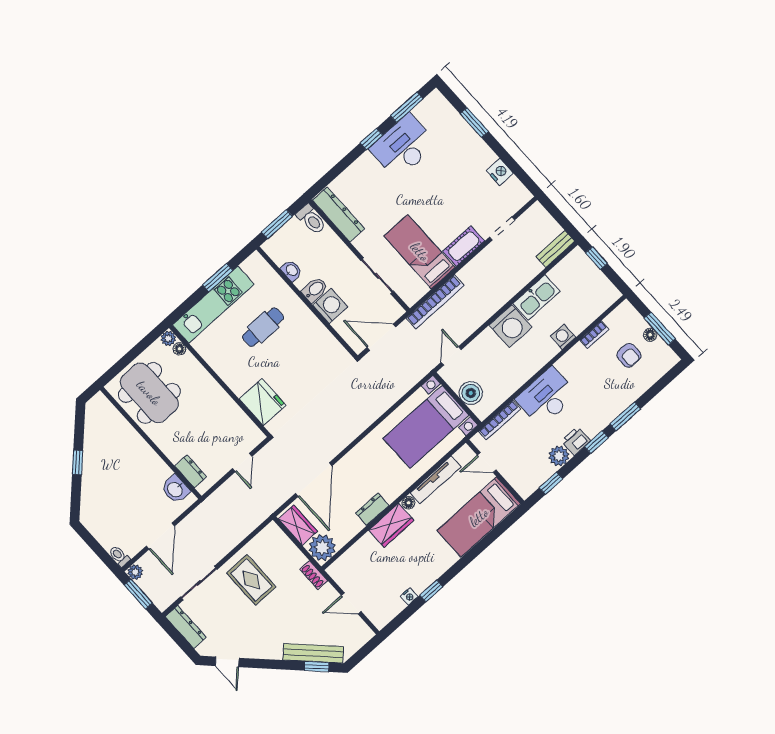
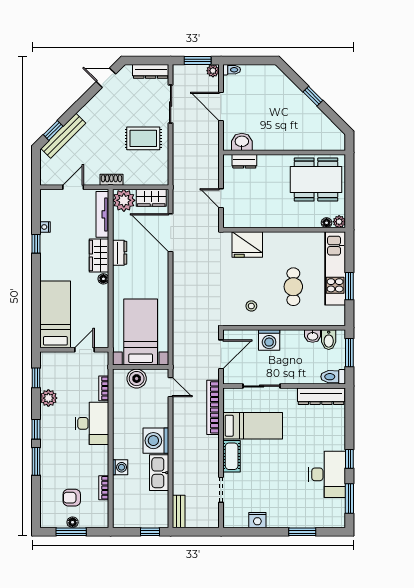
bidet: (315, 290) -> (329, 340), moved
stool: (314, 349) -> (251, 306), added
bookcase: (500, 420) -> (104, 388), width x0.64
printer: (576, 441) -> (48, 417), removed
tv unit: (436, 480) -> (102, 214), moved

